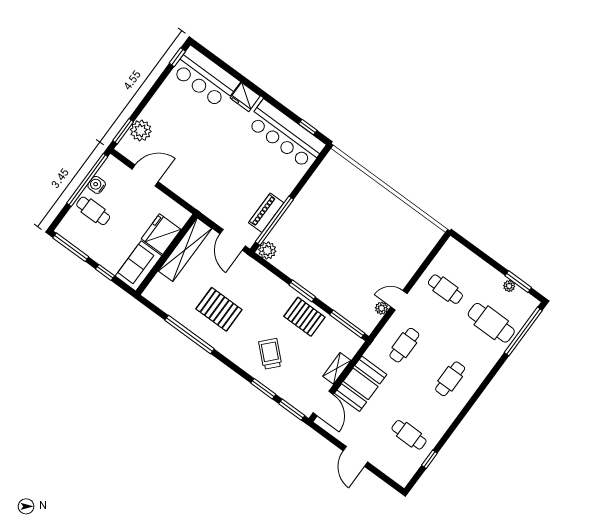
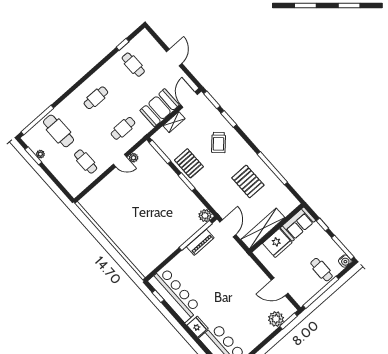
water cooler: (97, 185) -> (345, 261), moved

